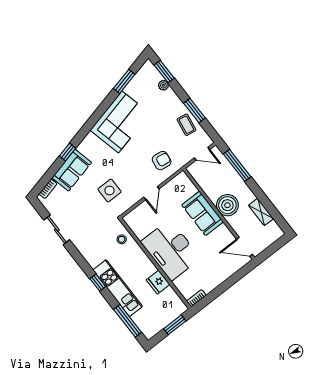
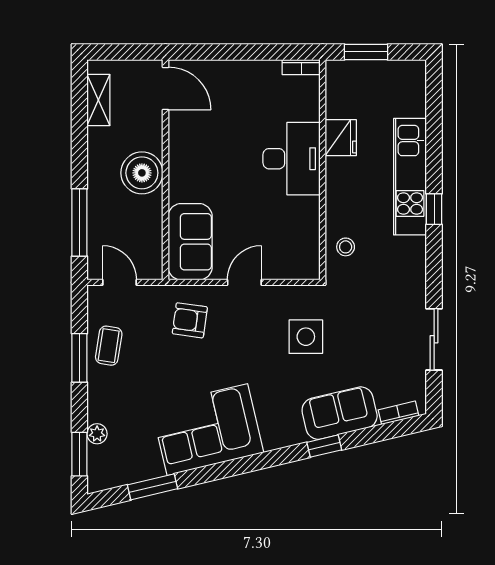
shelving: (261, 212) -> (98, 100), moved
sofa: (203, 213) -> (190, 242), moved
desk: (171, 250) -> (292, 159), width x0.73, depth x0.77
window: (128, 321) -> (434, 114), removed

